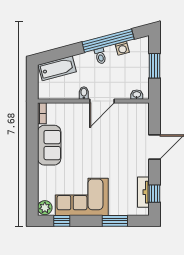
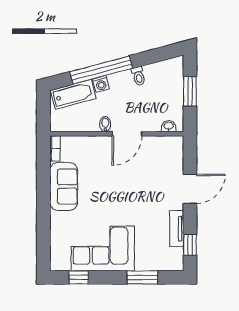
window: (108, 41) -> (101, 70), moved
washing machine: (122, 48) -> (101, 84), moved
toilet: (100, 56) -> (138, 76), moved
tv unit: (143, 192) -> (177, 229), moved
plant: (45, 208) -> (58, 262), removed

